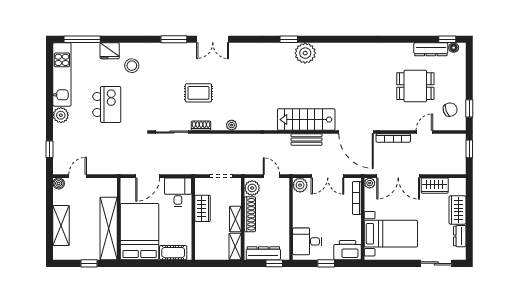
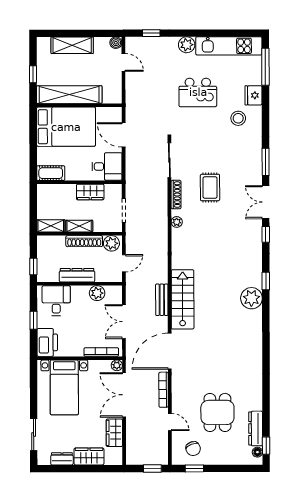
window: (244, 39) -> (266, 234), added
shoe rack: (201, 126) -> (176, 195), width x1.43
plant: (300, 185) -> (97, 293), moved
cot: (173, 253) -> (51, 173), moved, turned 90
dresser: (263, 253) -> (77, 275), moved, turned -90

